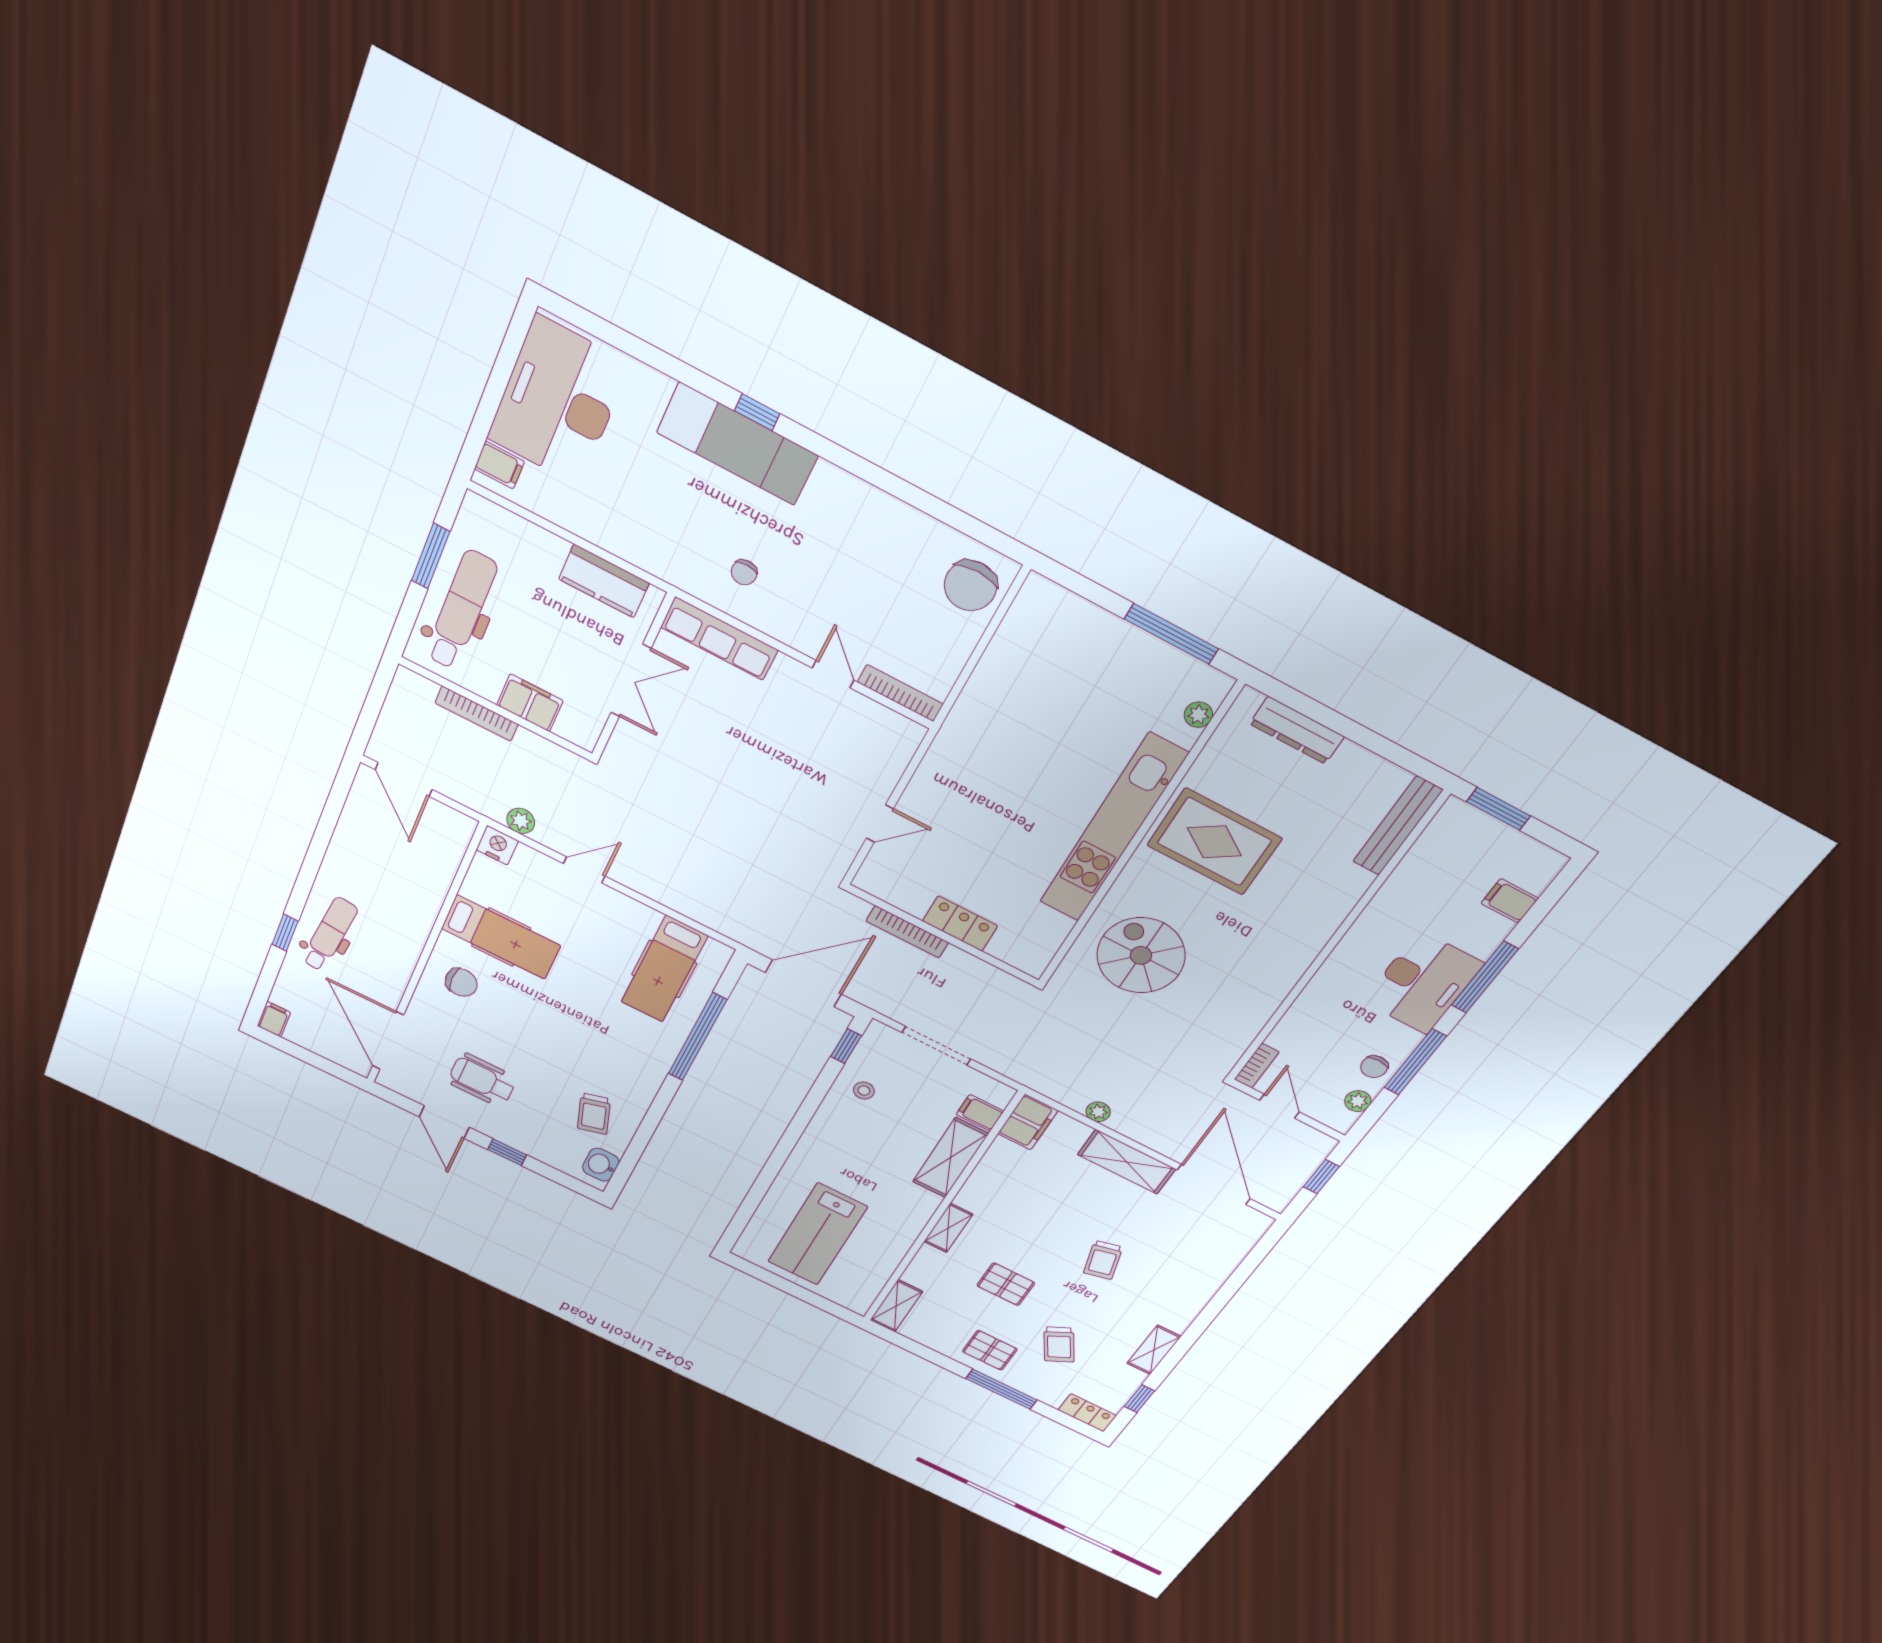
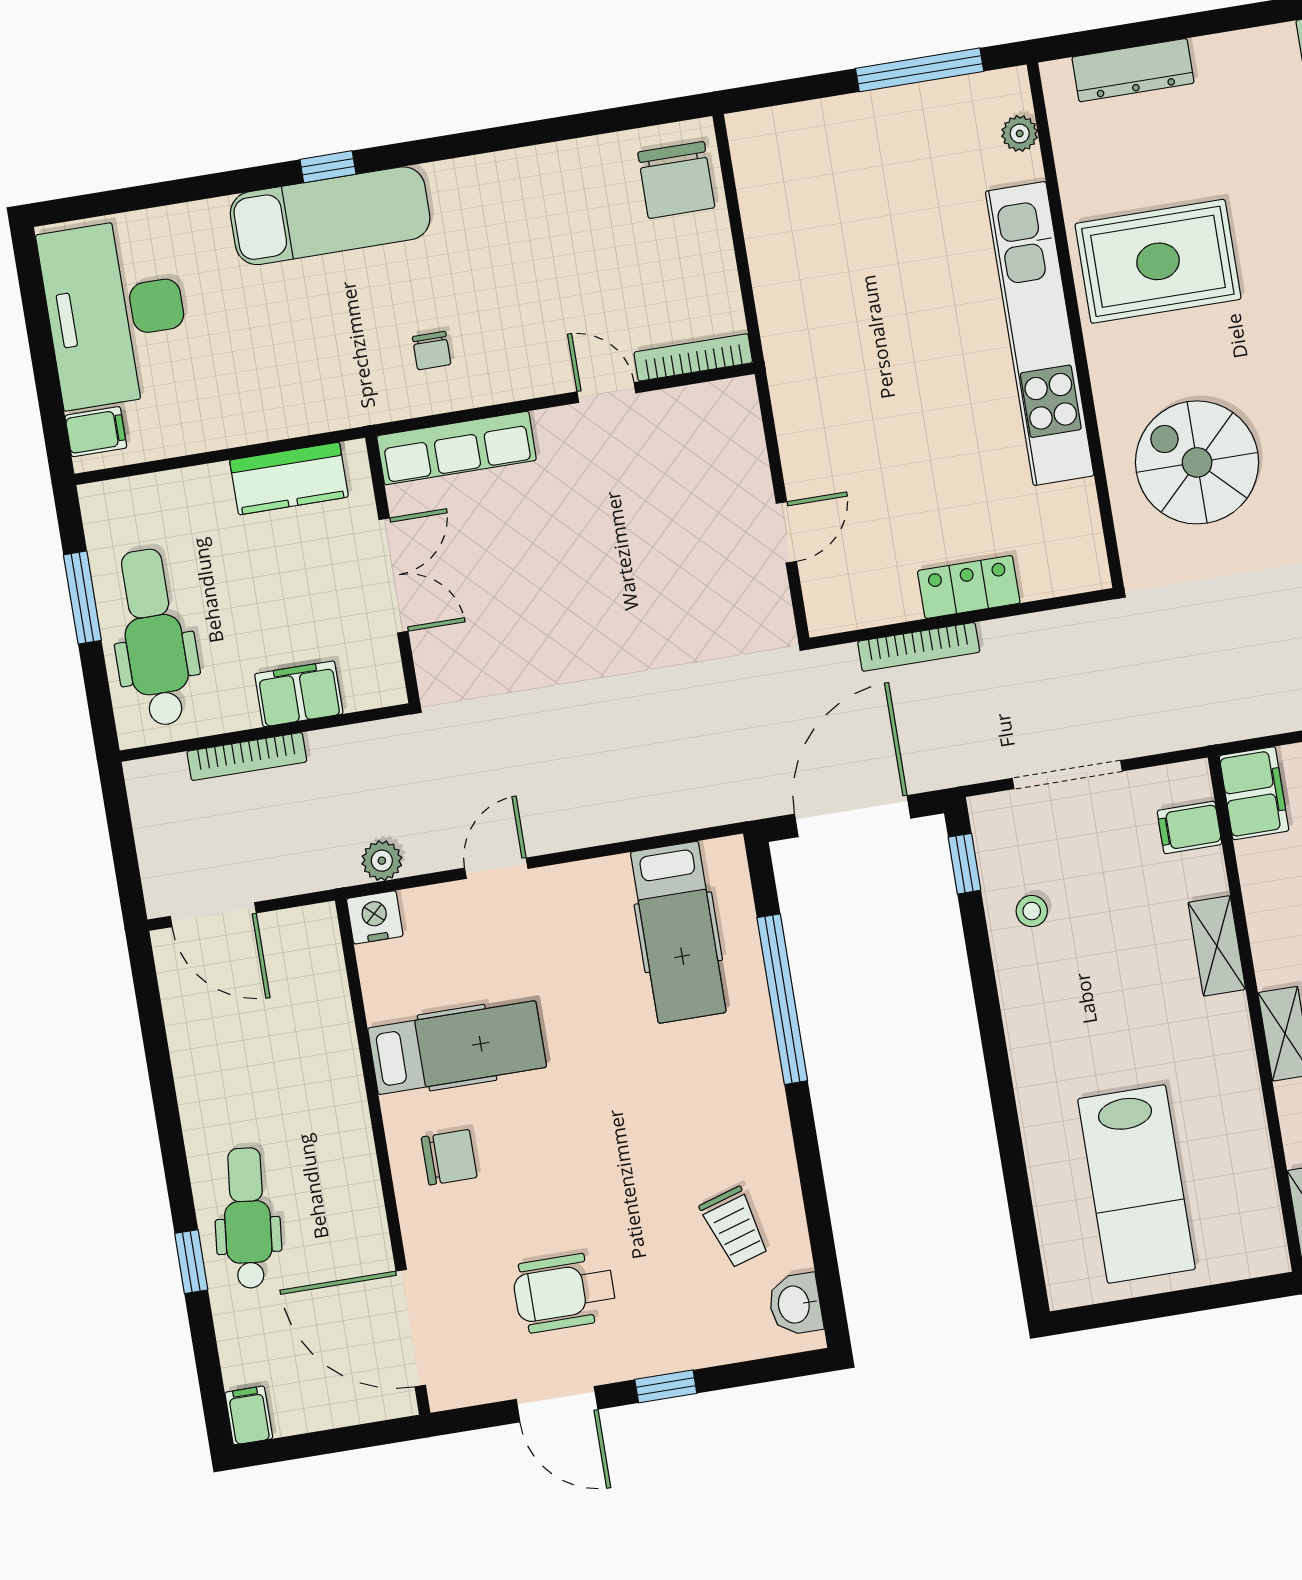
shelving: (950, 1158) -> (1217, 946), width x0.67, depth x0.75

